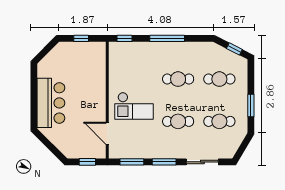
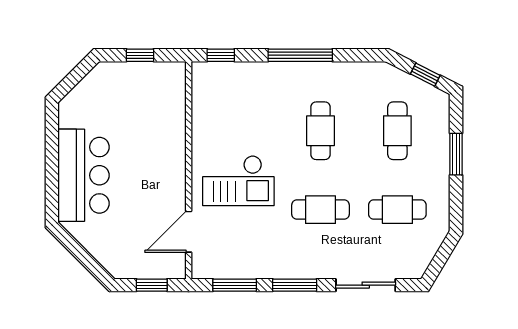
cafe table: (178, 79) -> (321, 131), turned 90
cafe table: (219, 79) -> (397, 131), turned 90
window: (251, 105) -> (456, 154), moved
door: (107, 133) -> (189, 232), hinge flipped

